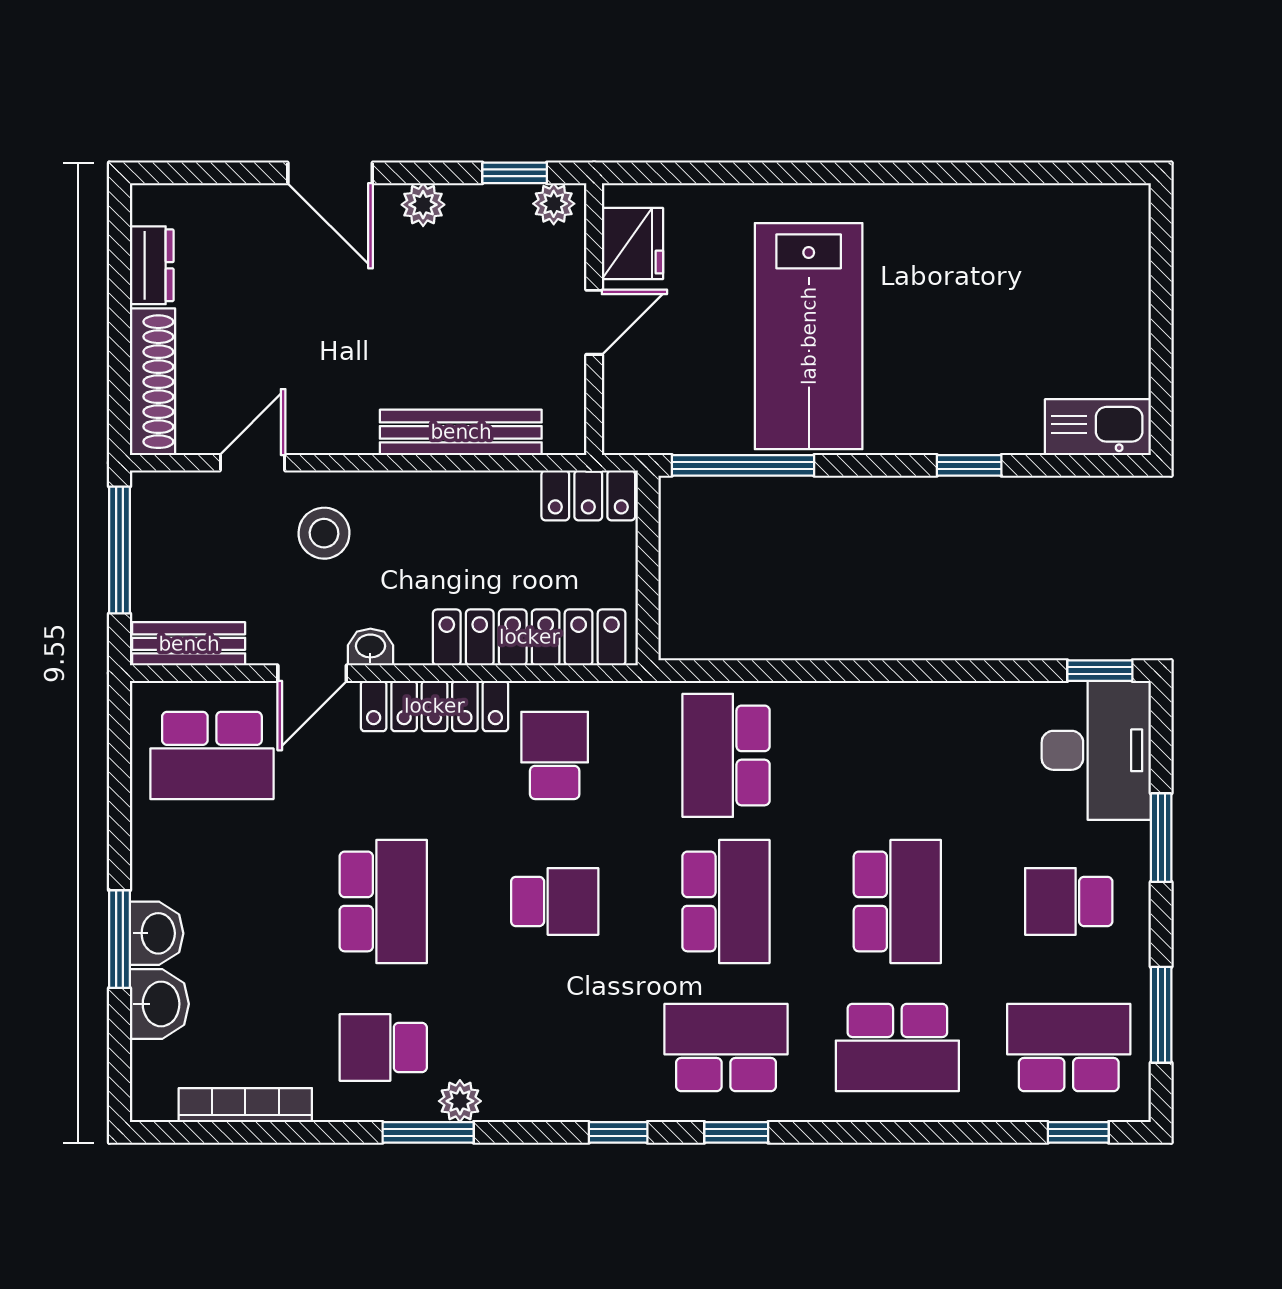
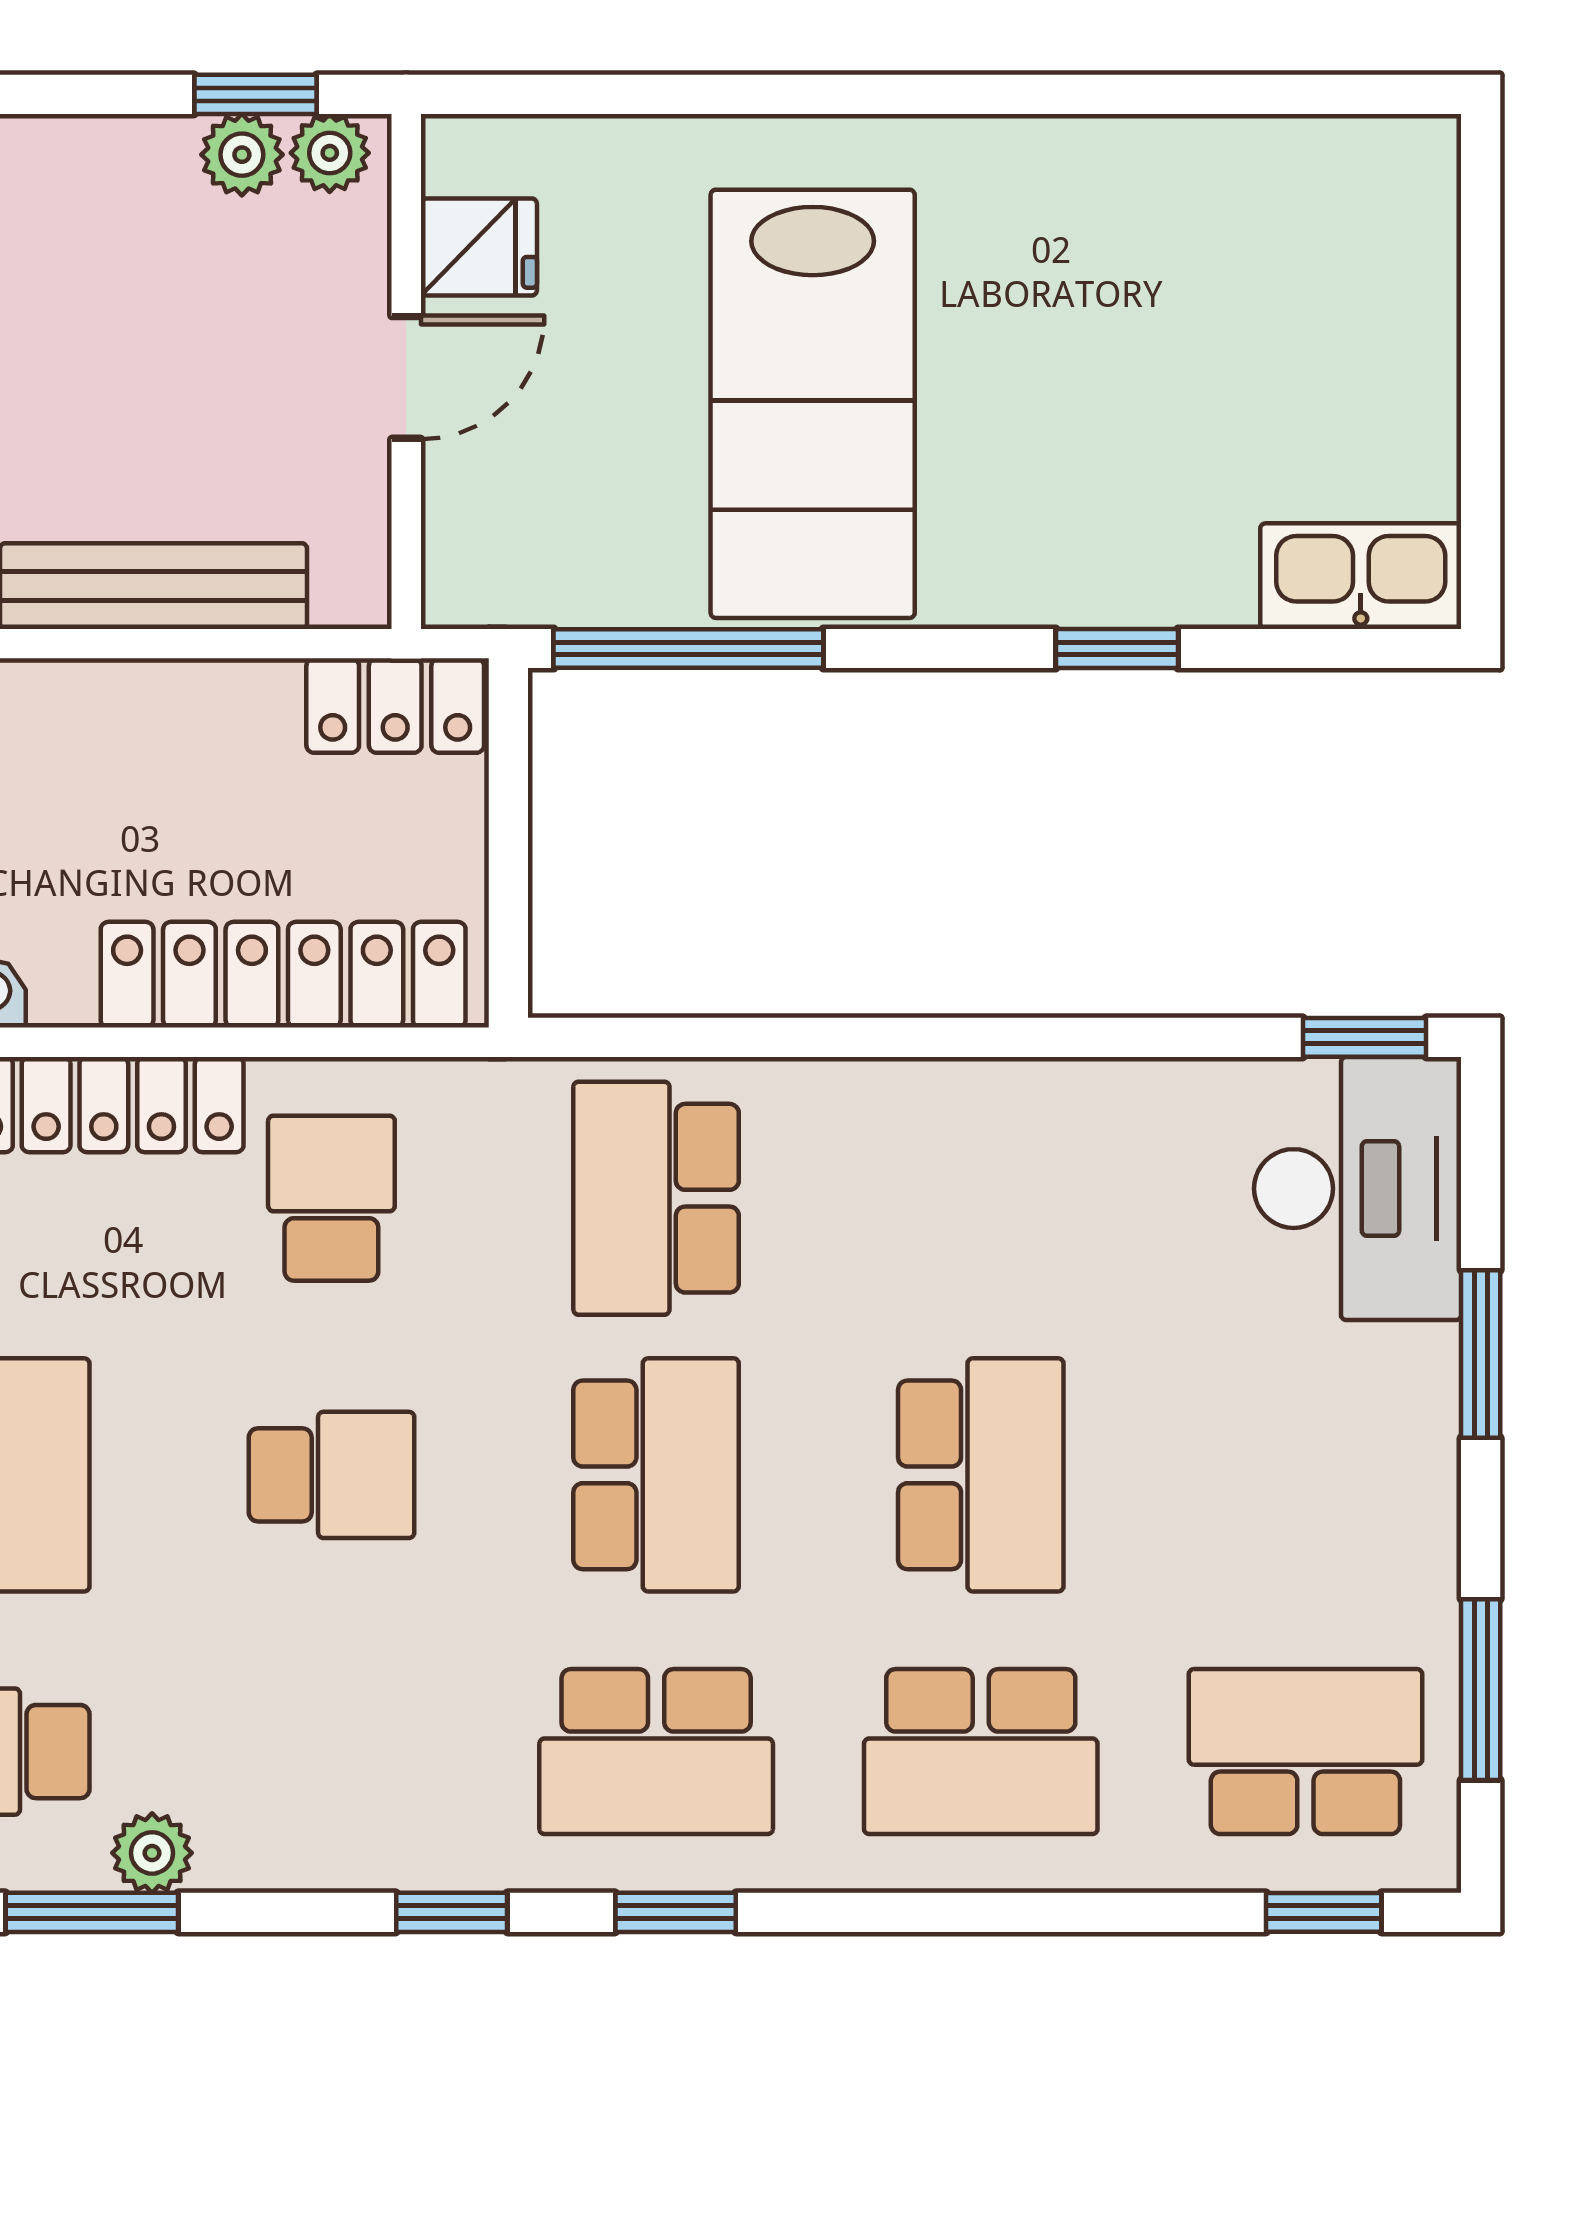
plant: (423, 205) -> (242, 155), moved
fridge: (632, 244) -> (479, 247), width x0.72
school desk: (1069, 901) -> (1305, 1475), removed
school desk: (726, 1047) -> (656, 1752), turned 180

